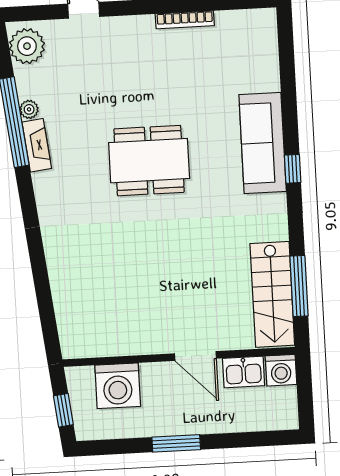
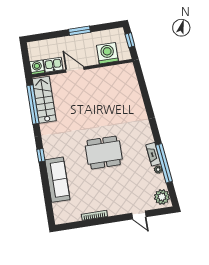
sofa: (263, 143) -> (57, 180), moved
window: (299, 286) -> (33, 105), width x1.46

